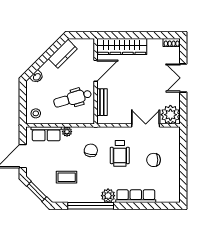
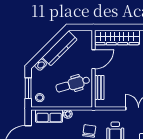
kitchen counter: (63, 54) -> (60, 48), width x1.50
window: (23, 103) -> (28, 88), added

